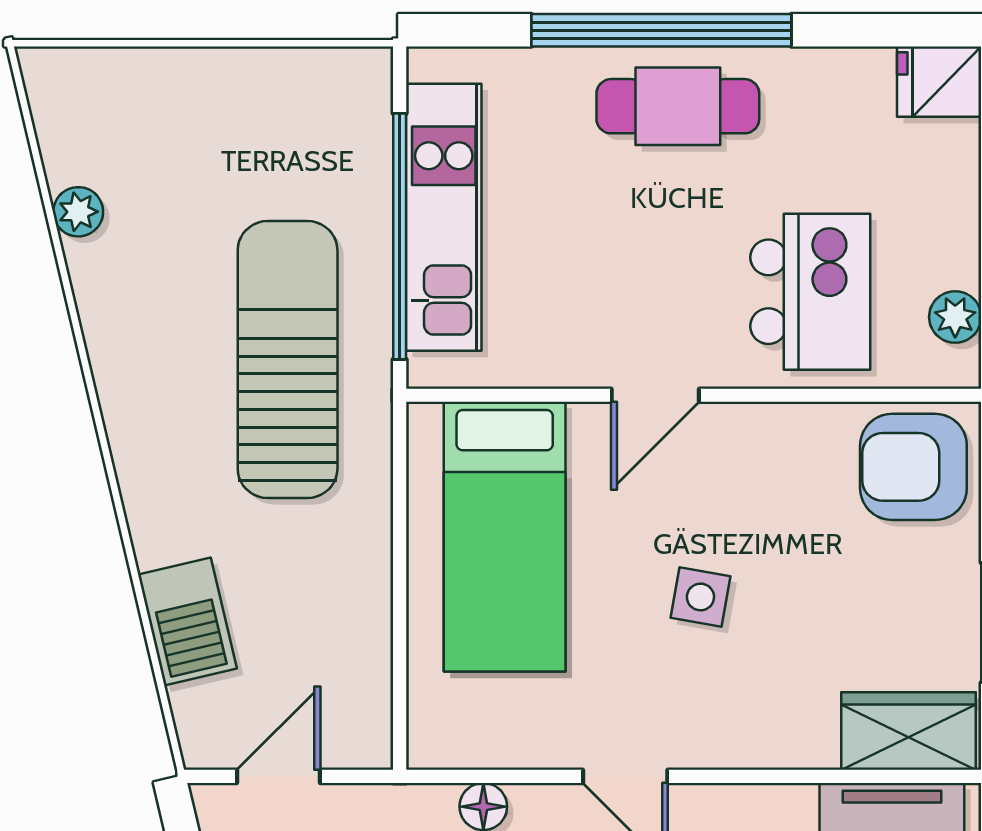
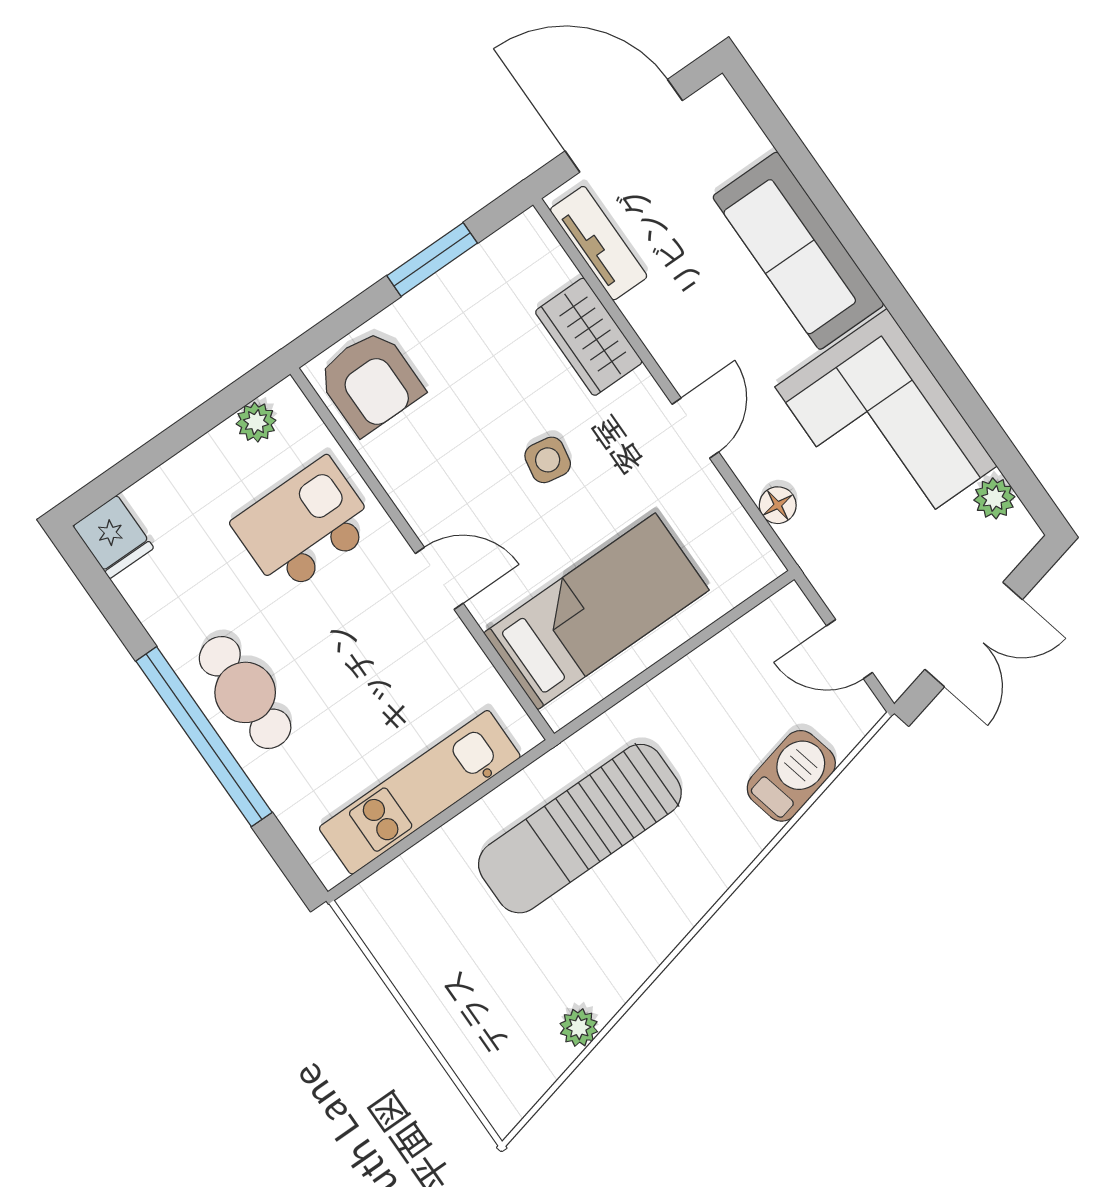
window: (400, 236) -> (452, 812), removed
wardrobe: (908, 731) -> (589, 337), moved

